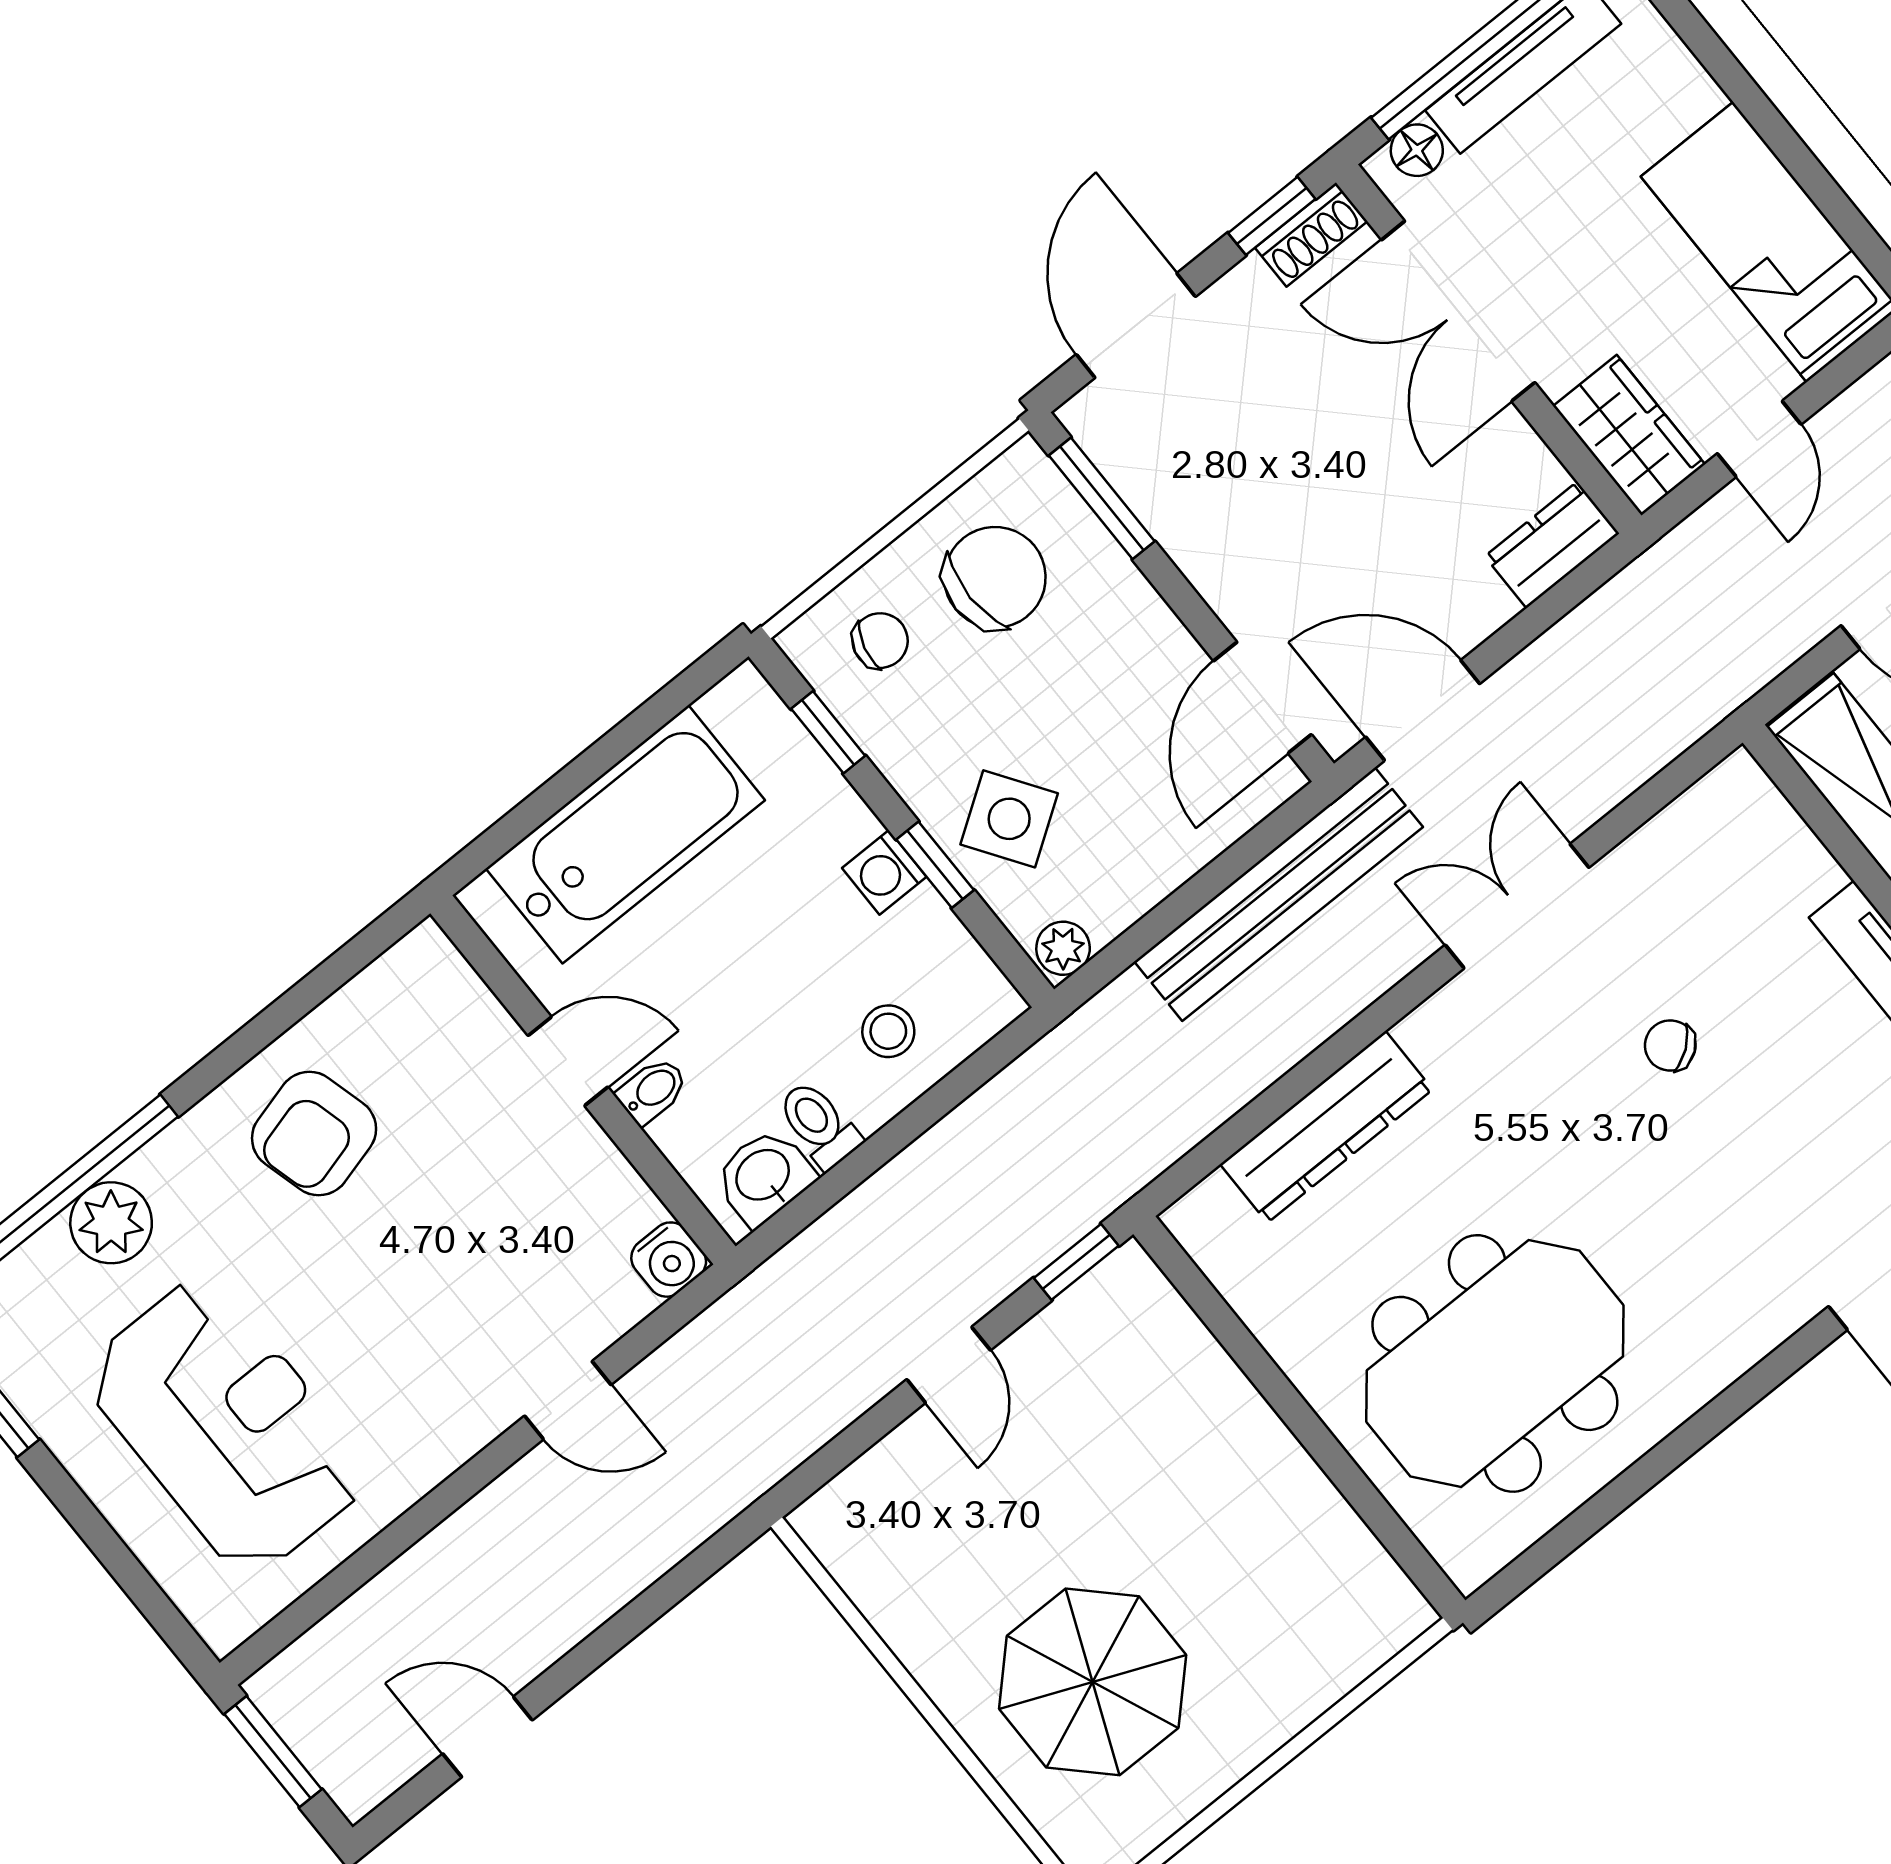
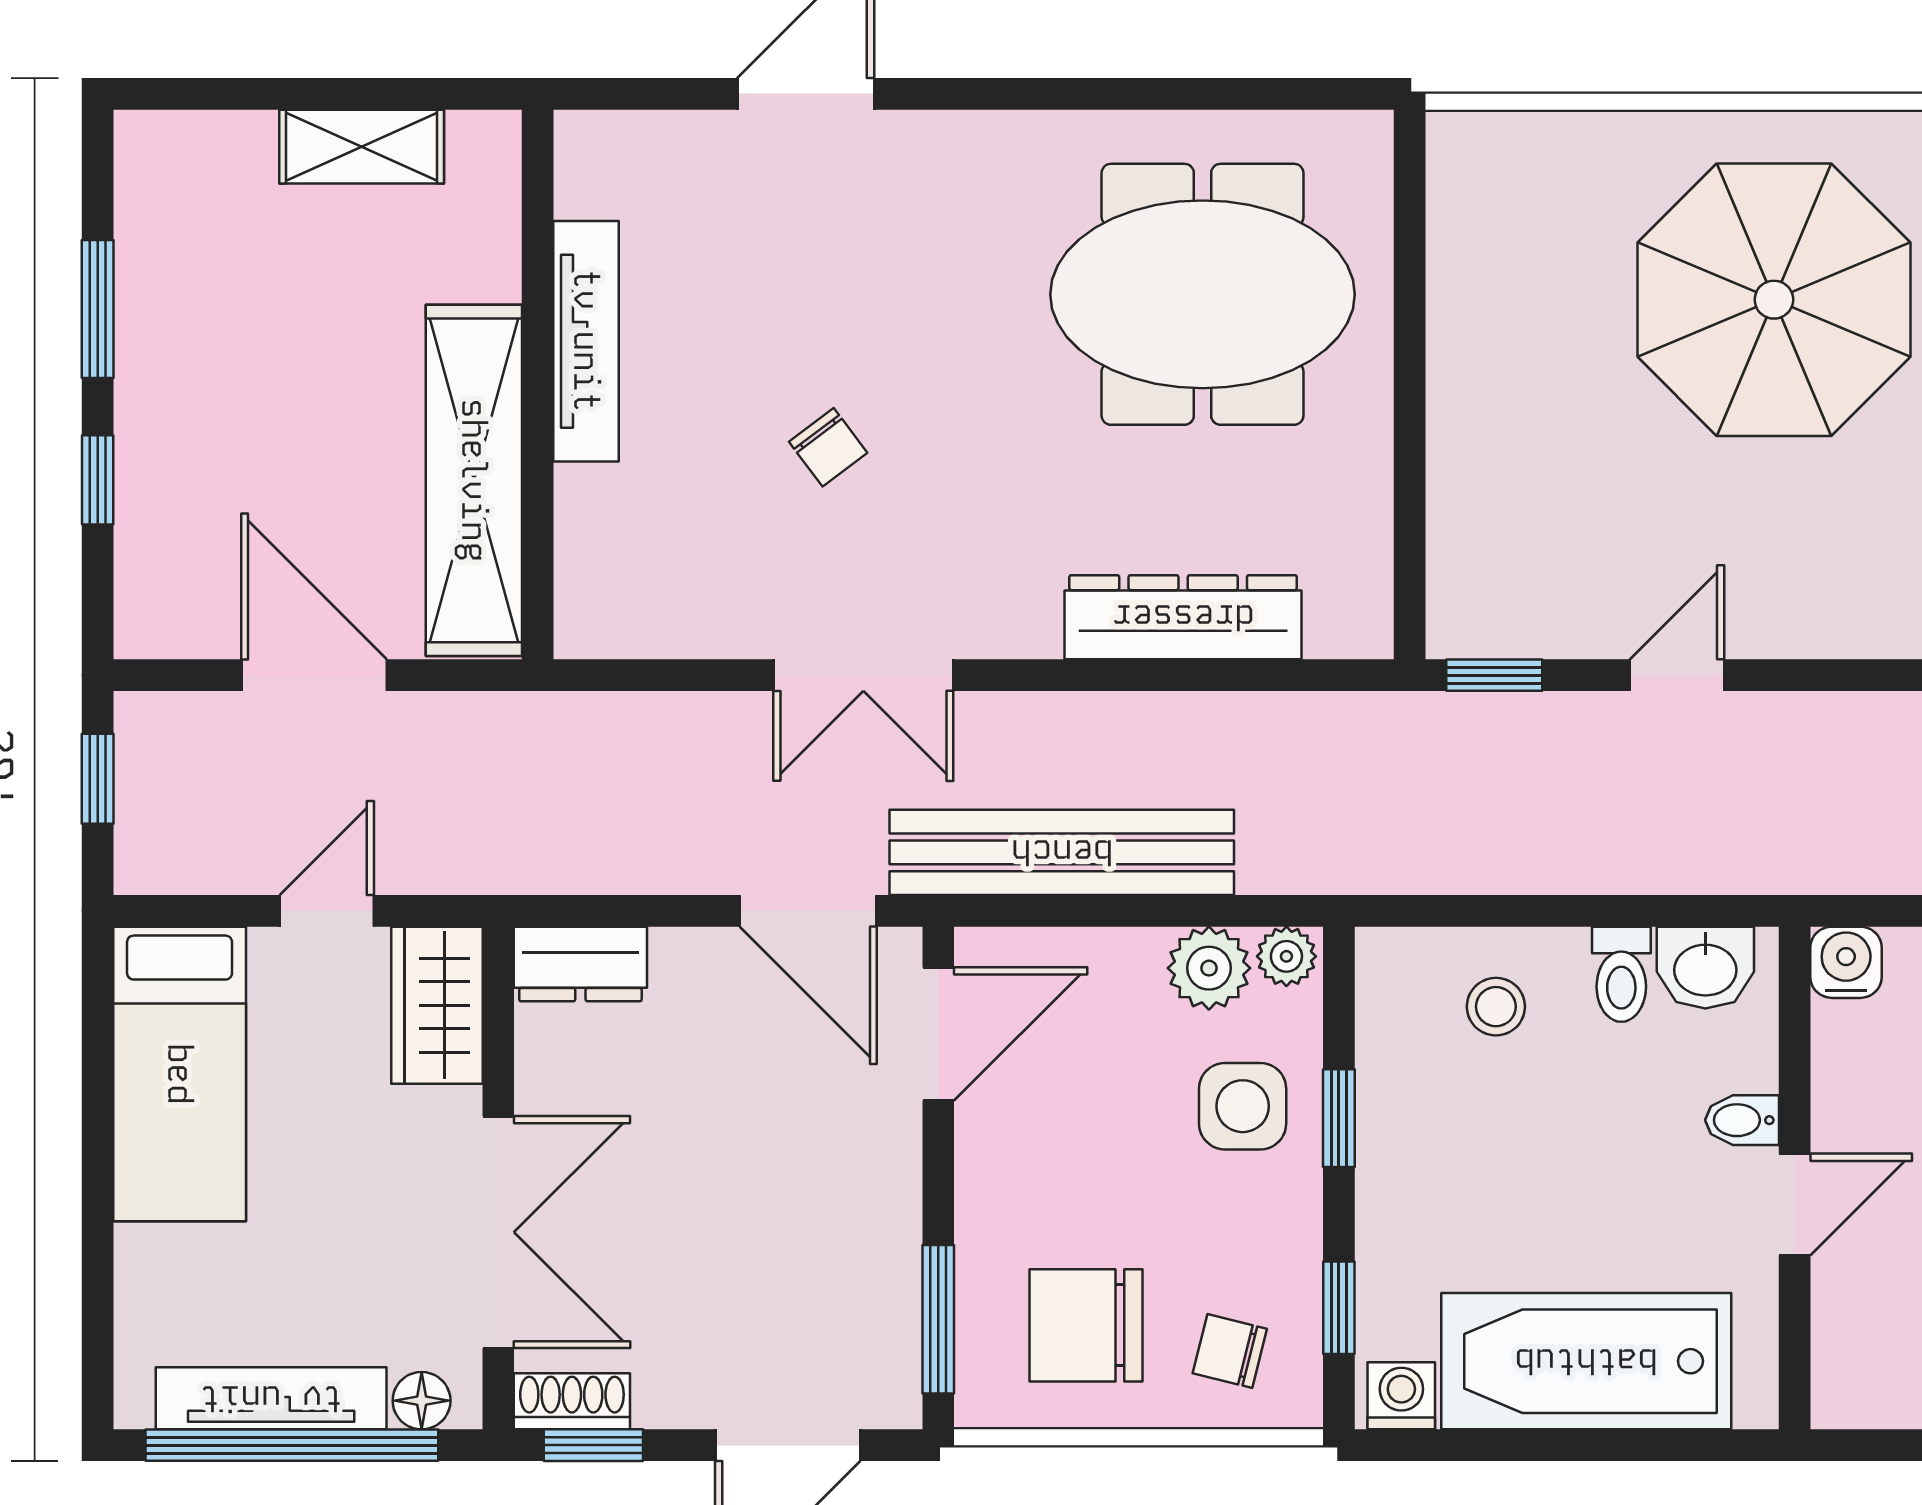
side table: (1009, 819) -> (1243, 1106), turned 34
washing machine: (884, 872) -> (1401, 1396), moved, turned -90
plant: (1110, 896) -> (1209, 968), added
door: (568, 1061) -> (1795, 1205), swing flipped
parasol: (1093, 1682) -> (1774, 300), width x1.36, depth x1.36

